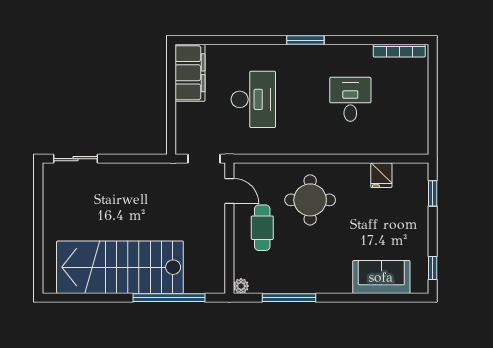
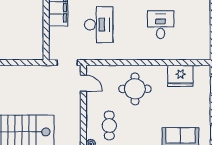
fridge: (381, 175) -> (180, 76), width x1.88, depth x1.34
cafe table: (262, 228) -> (109, 126), moved

